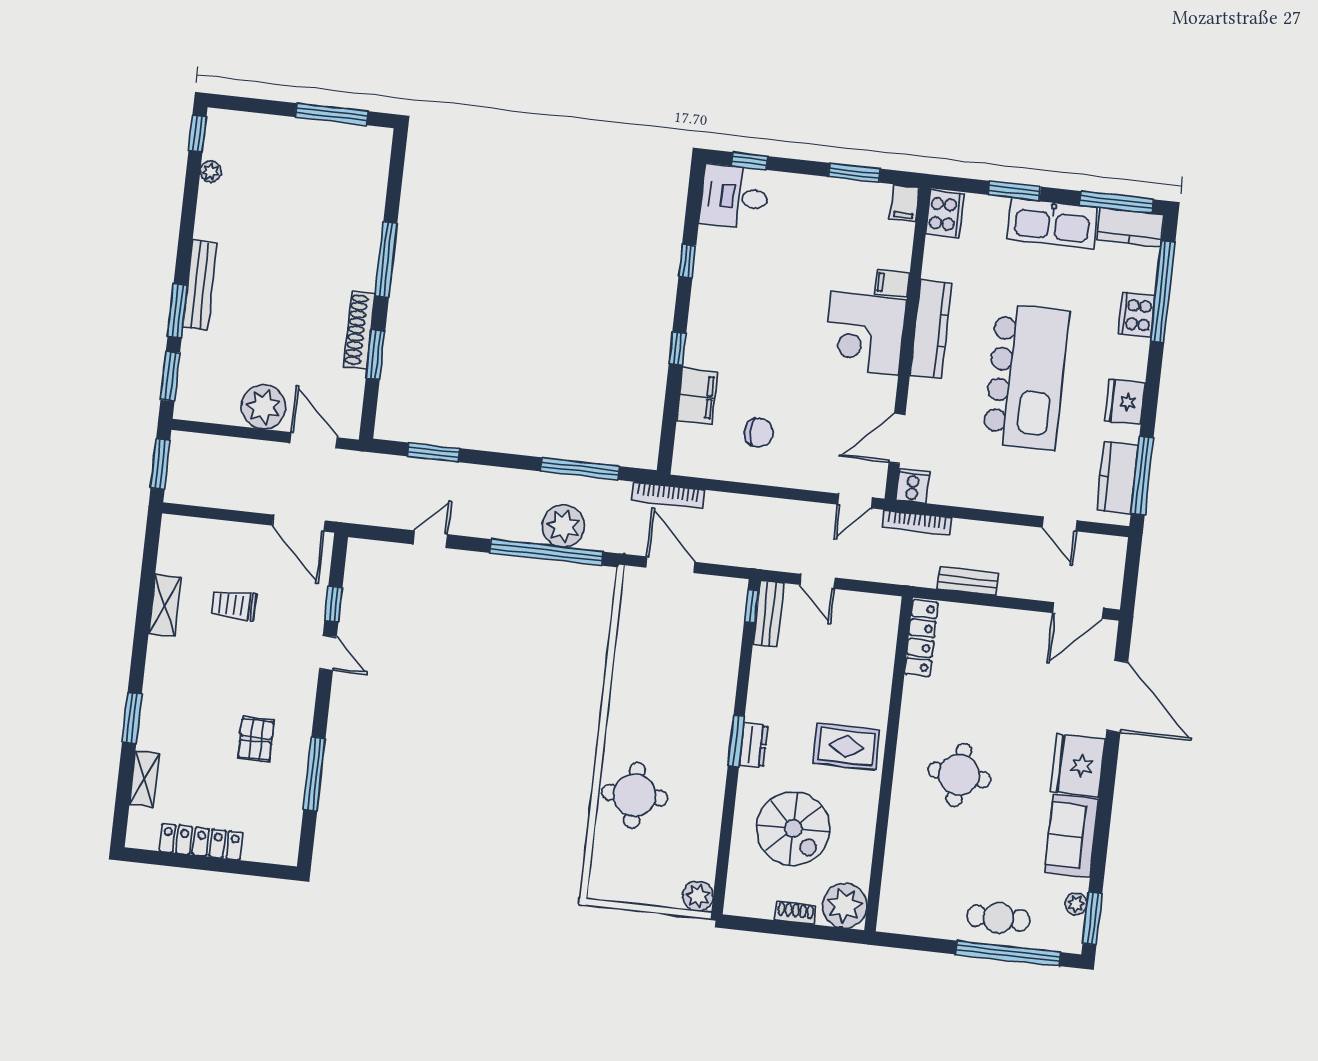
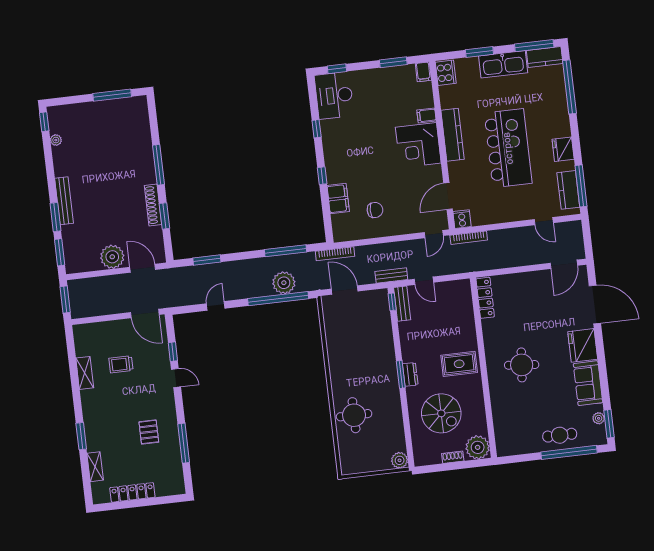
desk: (734, 197) -> (334, 95), width x1.37
cooker: (1137, 315) -> (559, 102), removed
bench: (968, 581) -> (391, 275), moved

